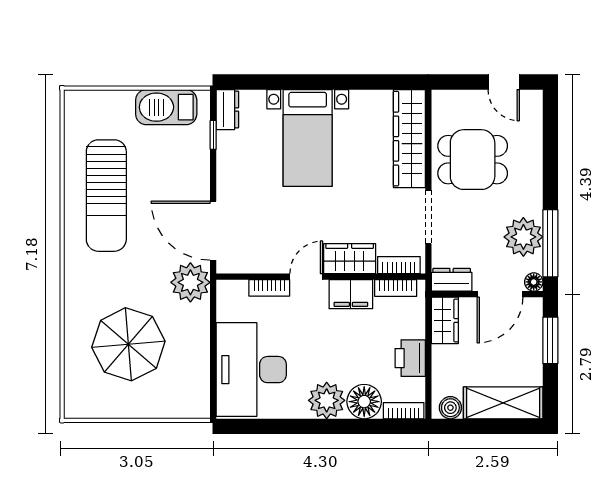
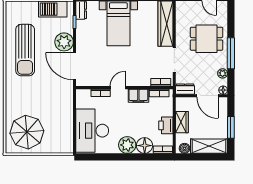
dining table: (473, 160) -> (207, 39), moved
plant: (523, 237) -> (223, 73), width x0.53, depth x0.53
window: (550, 243) -> (231, 53), moved
wardrobe: (350, 259) -> (138, 79), removed
plant: (190, 282) -> (64, 42), moved
door: (500, 294) -> (208, 96), hinge flipped
wardrobe: (445, 320) -> (182, 122), moved
window: (550, 340) -> (231, 127), moved
parasol: (128, 344) -> (27, 132), moved

